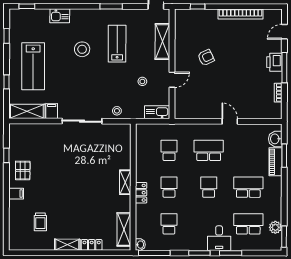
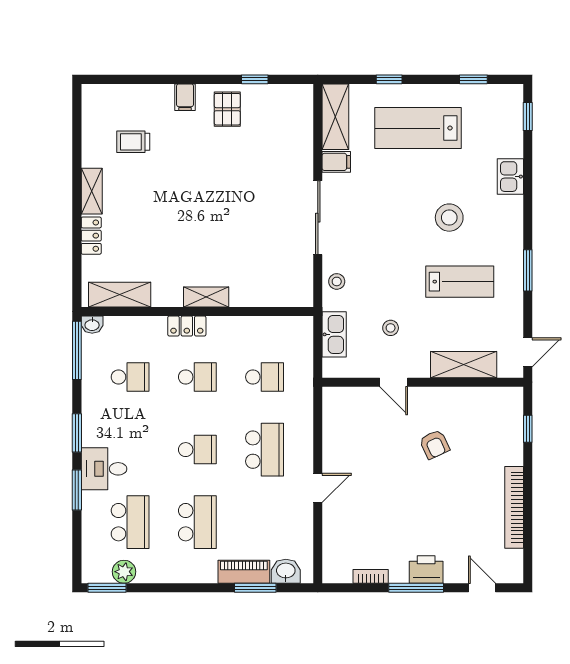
kitchen sink: (157, 112) -> (334, 334), moved
pallet: (23, 170) -> (227, 109), turned 90

